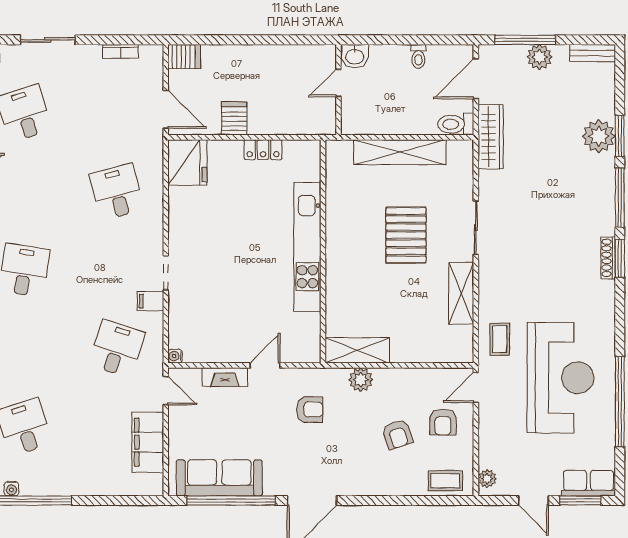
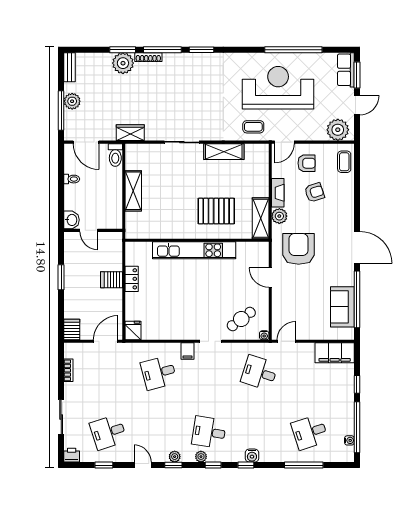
window: (265, 40) -> (61, 277), added
server rack: (234, 118) -> (111, 280), moved
wardrobe: (491, 137) -> (130, 133), width x0.67
shelving: (400, 152) -> (133, 191), width x0.68
fridge: (187, 162) -> (133, 331), width x0.53, depth x0.75
pallet: (406, 235) -> (216, 211), moved
shoe rack: (608, 258) -> (148, 57), moved
filing cabinet: (150, 301) -> (188, 351), moved
cafe table: (200, 320) -> (241, 319), added
fireplace: (225, 377) -> (278, 193), moved
door: (476, 387) -> (284, 142), hinge flipped
armchair: (310, 410) -> (299, 249), width x1.88, depth x1.88
filing cabinet: (148, 442) -> (335, 353), moved
sofa: (219, 478) -> (342, 307), width x0.73
plant: (487, 479) -> (338, 130), width x1.88, depth x1.88
window: (99, 501) -> (357, 384), added

